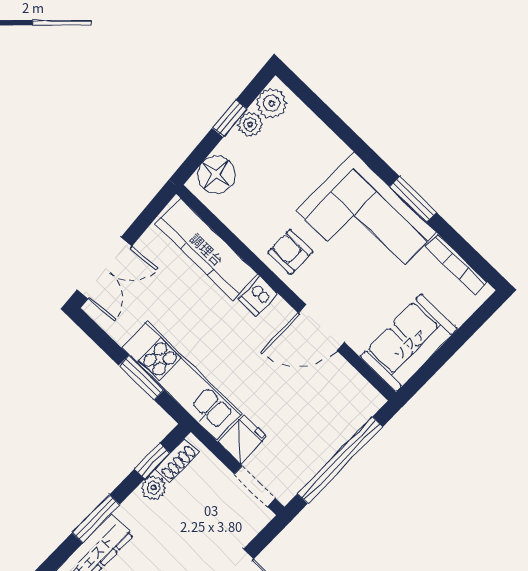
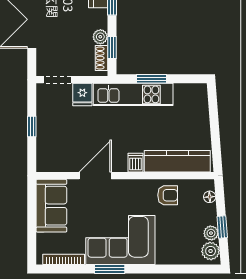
floor lamp: (216, 175) -> (210, 197), width x0.53, depth x0.53
armchair: (290, 252) -> (168, 195), moved
double door: (104, 268) -> (213, 110), removed
window: (340, 460) -> (32, 127), width x0.32

